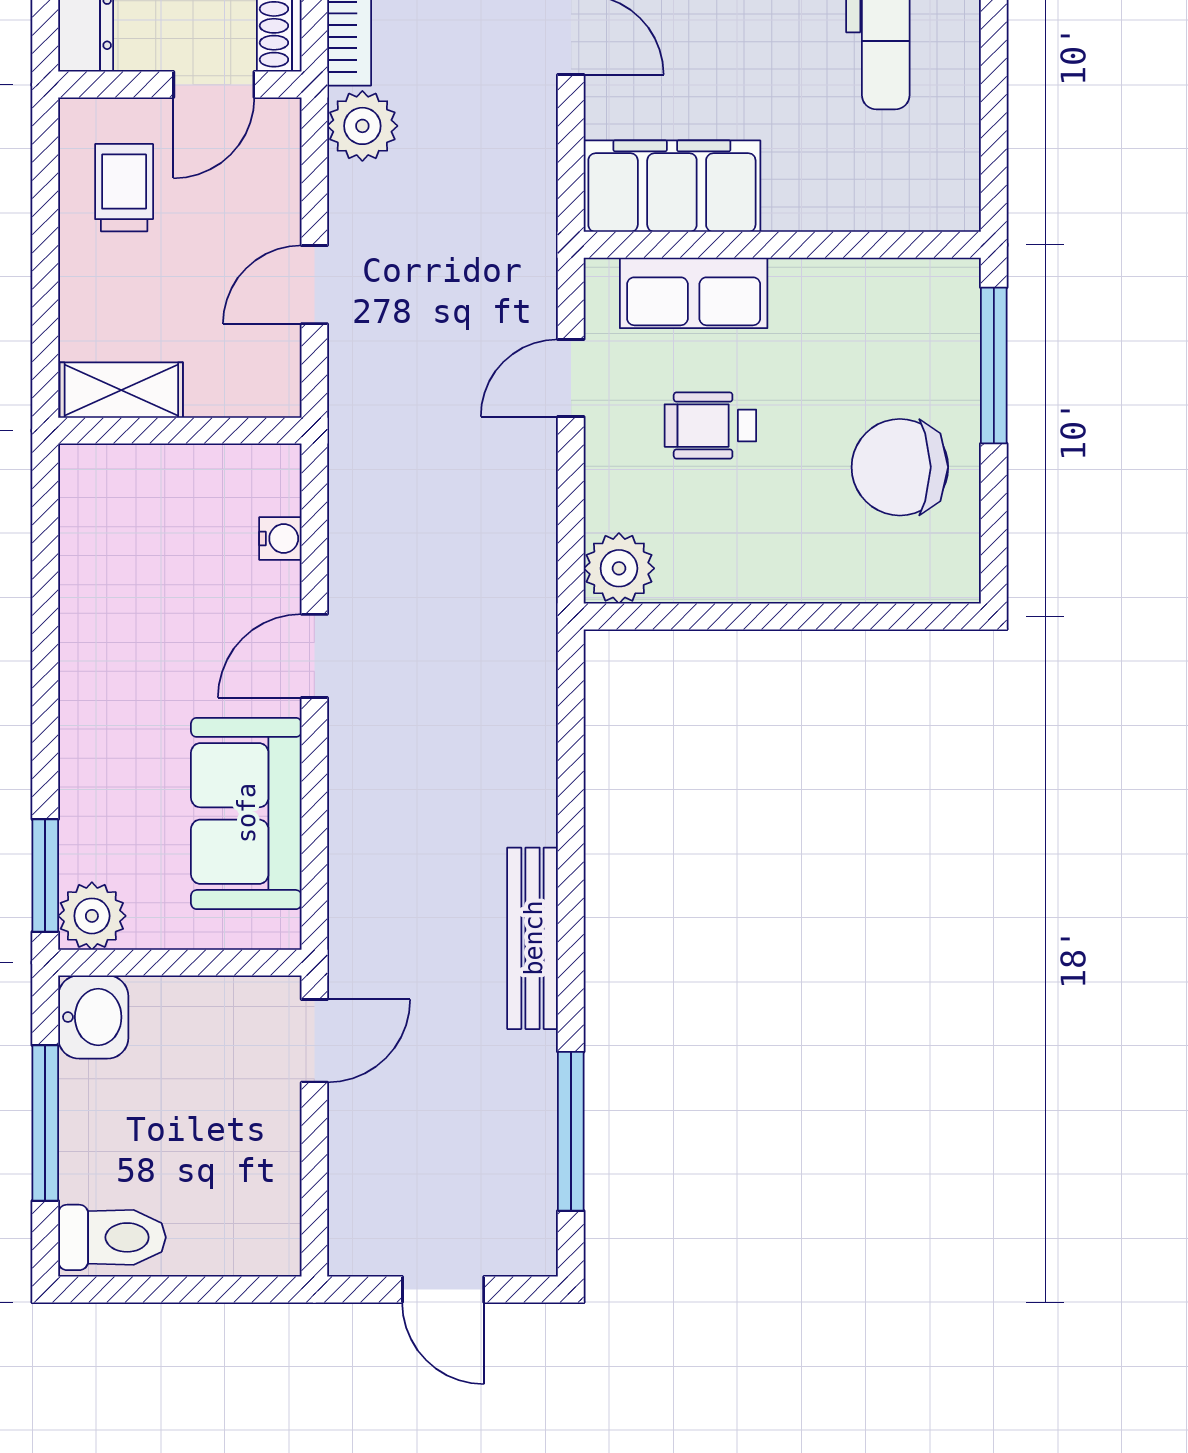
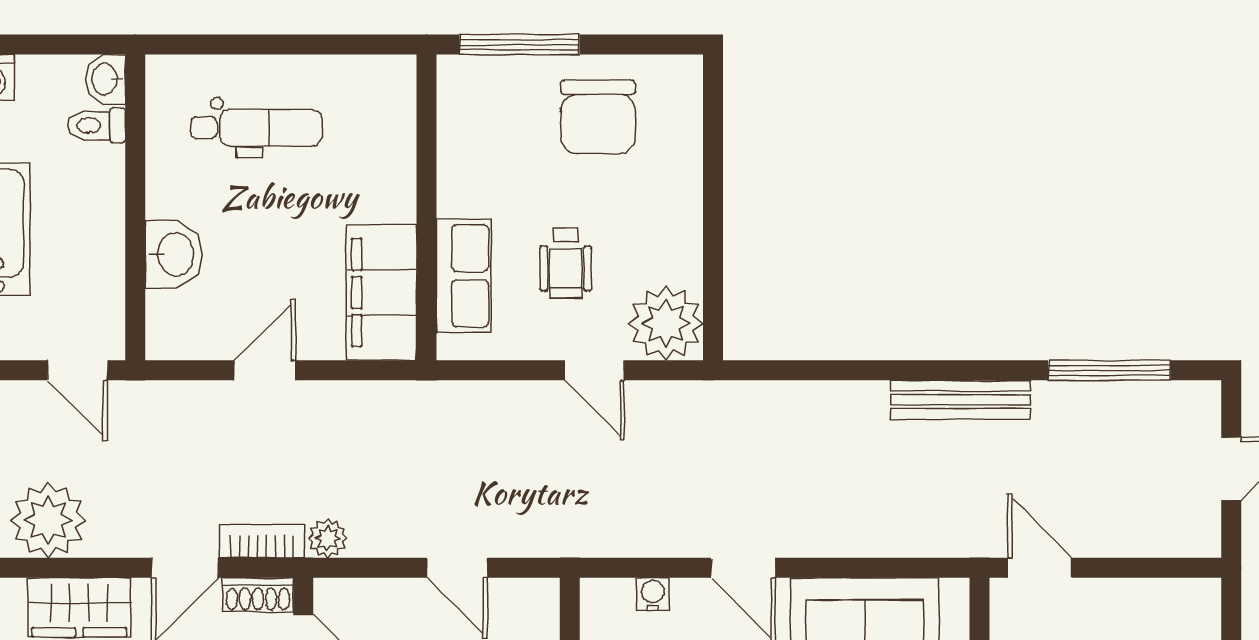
plant: (362, 126) -> (328, 538), width x0.73, depth x0.73
door: (571, 378) -> (595, 370), moved
plant: (619, 568) -> (666, 323), width x1.36, depth x1.36

